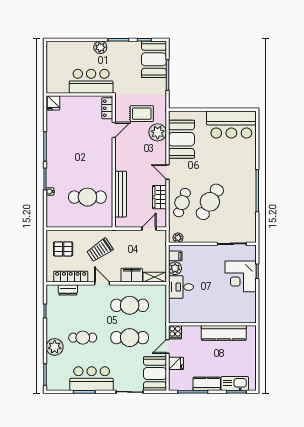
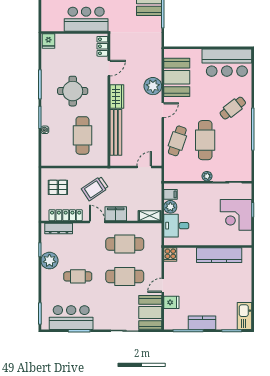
rug: (142, 114) -> (137, 52), removed
plant: (158, 132) -> (153, 86), moved
round table: (78, 153) -> (73, 91), added
cafe table: (237, 170) -> (233, 108), added
door: (167, 172) -> (163, 110), swing flipped
cafe table: (87, 197) -> (82, 135), turned 90
wardrobe: (159, 197) -> (117, 97), moved, turned 180
cafe table: (210, 202) -> (205, 140), turned -31
plant: (178, 238) -> (207, 176), moved
filing cabinet: (132, 275) -> (116, 214), moved
dresser: (68, 290) -> (59, 229), width x1.44
wall: (212, 324) -> (208, 247), moved
cooker: (175, 332) -> (170, 255), moved
kitchen counter: (224, 333) -> (219, 255), moved
plant: (55, 347) -> (49, 261), moved
bar counter: (92, 379) -> (71, 318), moved
kitchen sink: (235, 384) -> (244, 316), moved, turned -90

